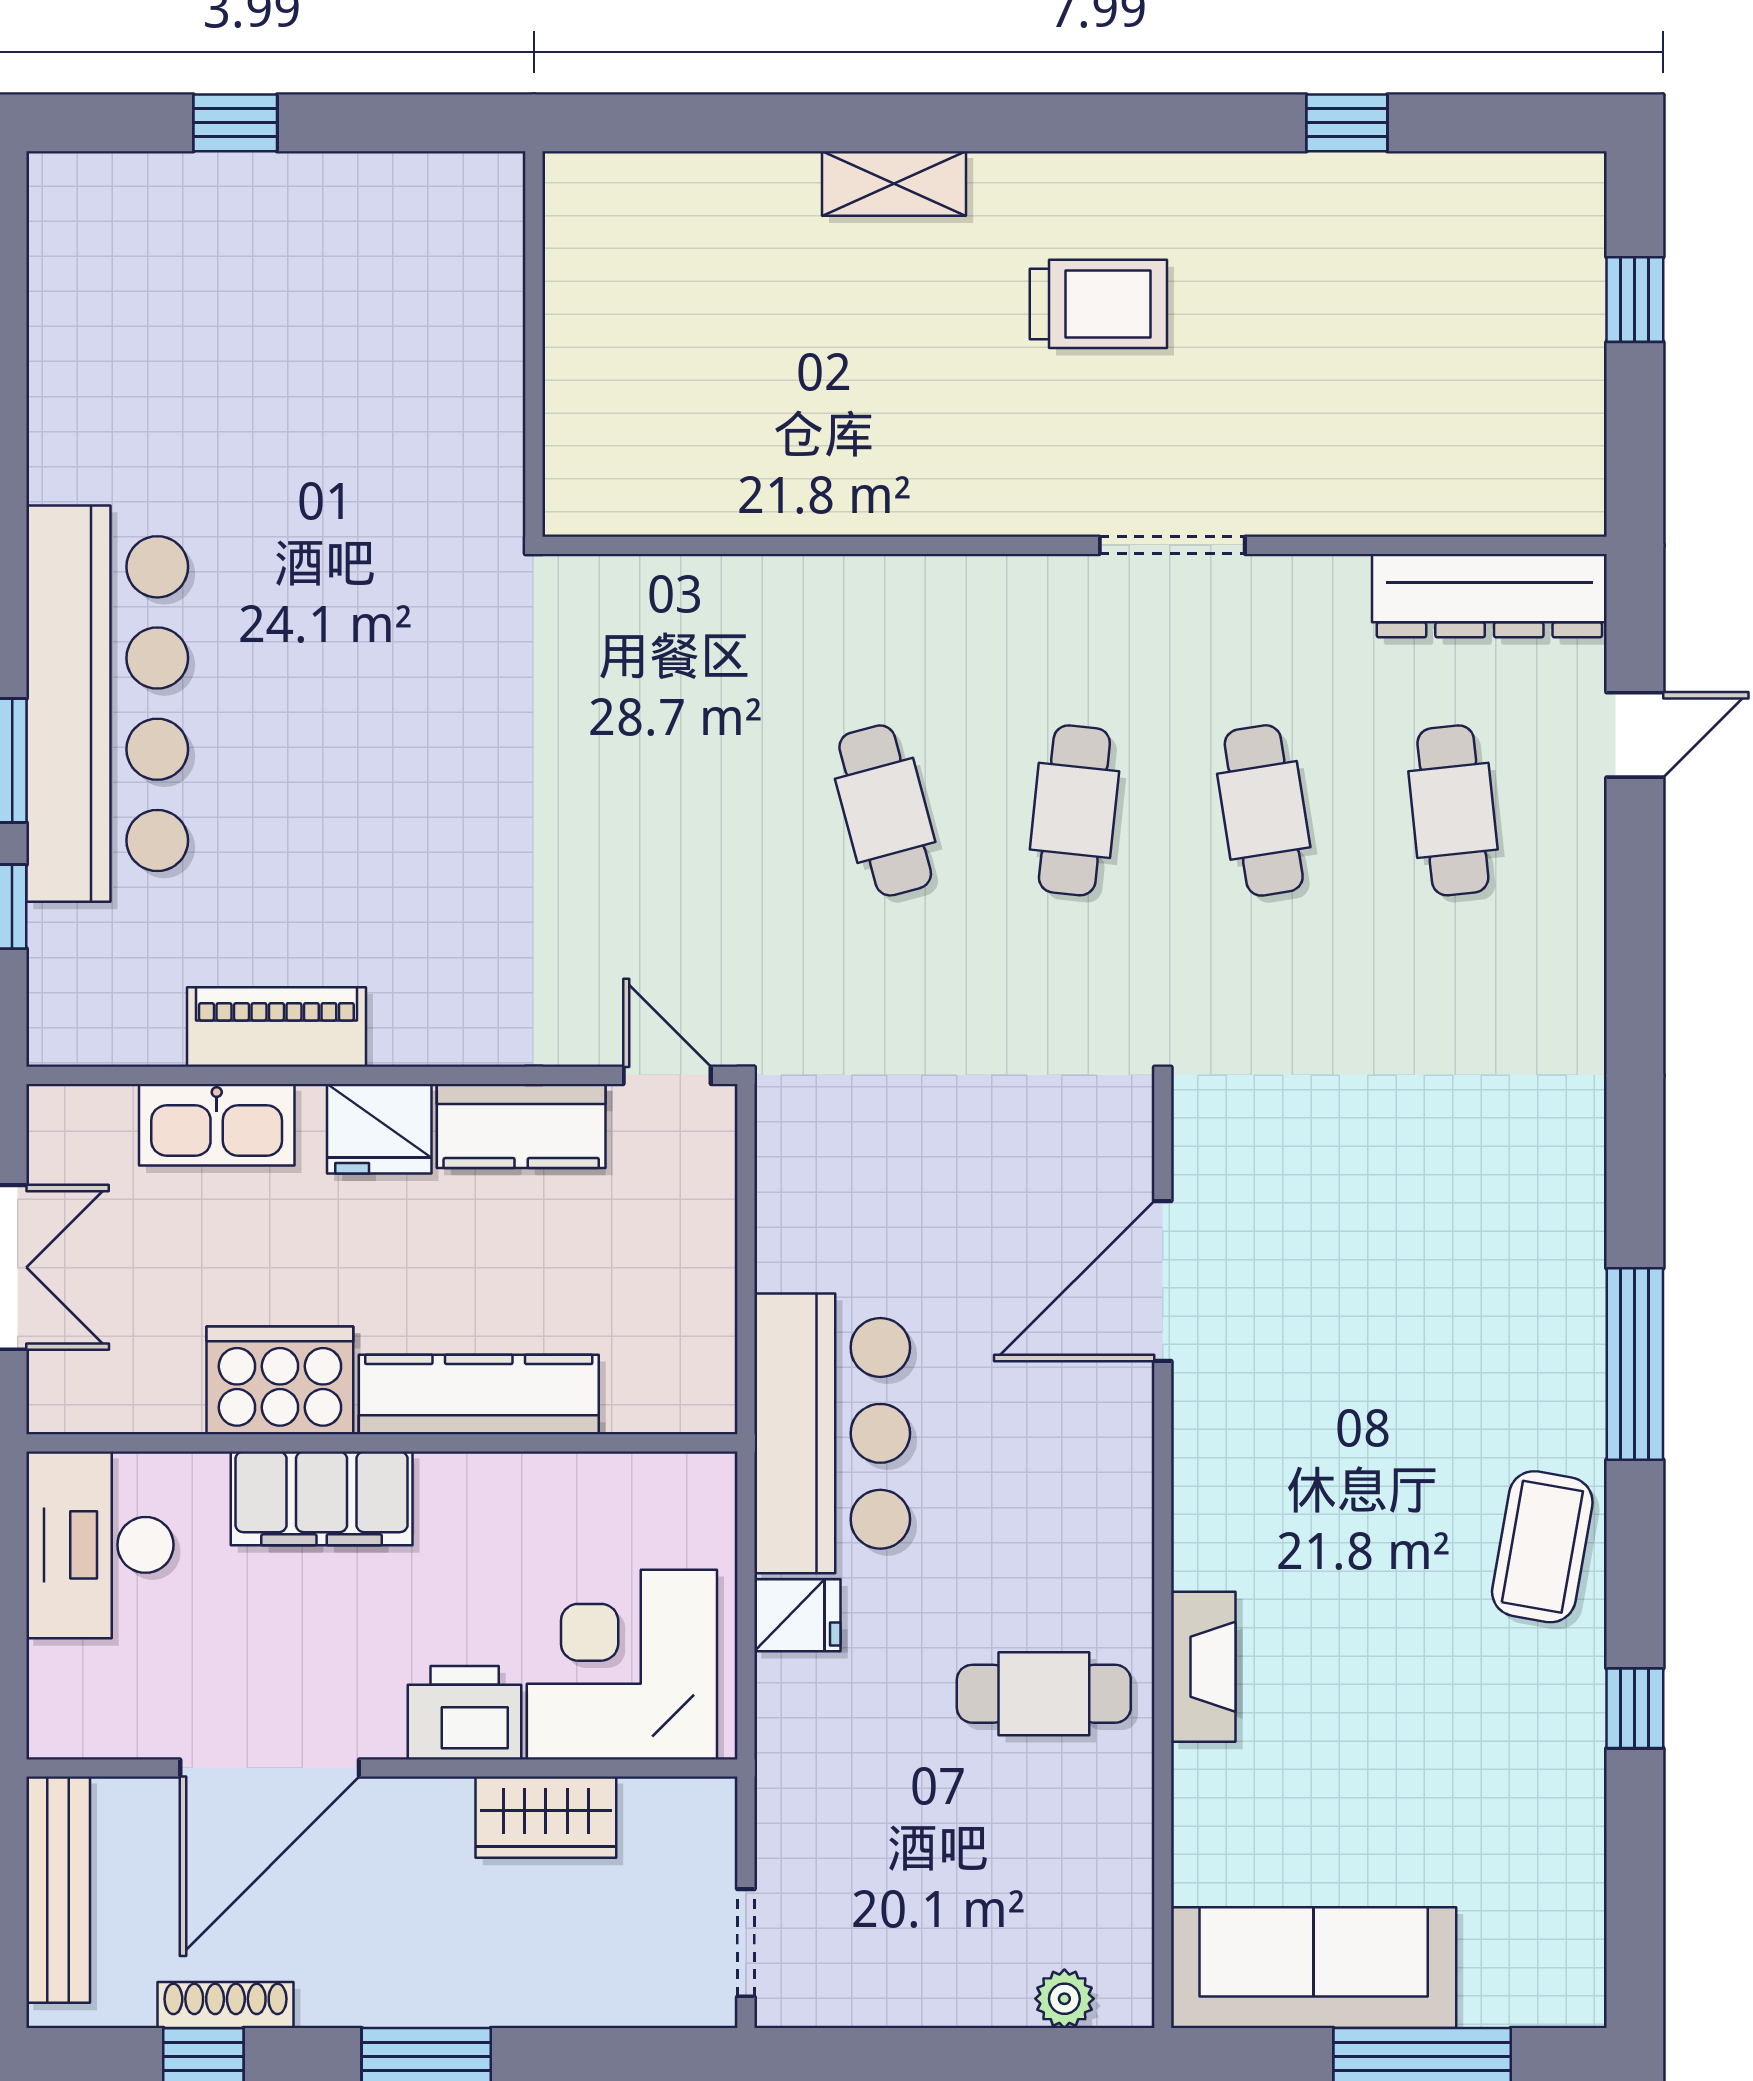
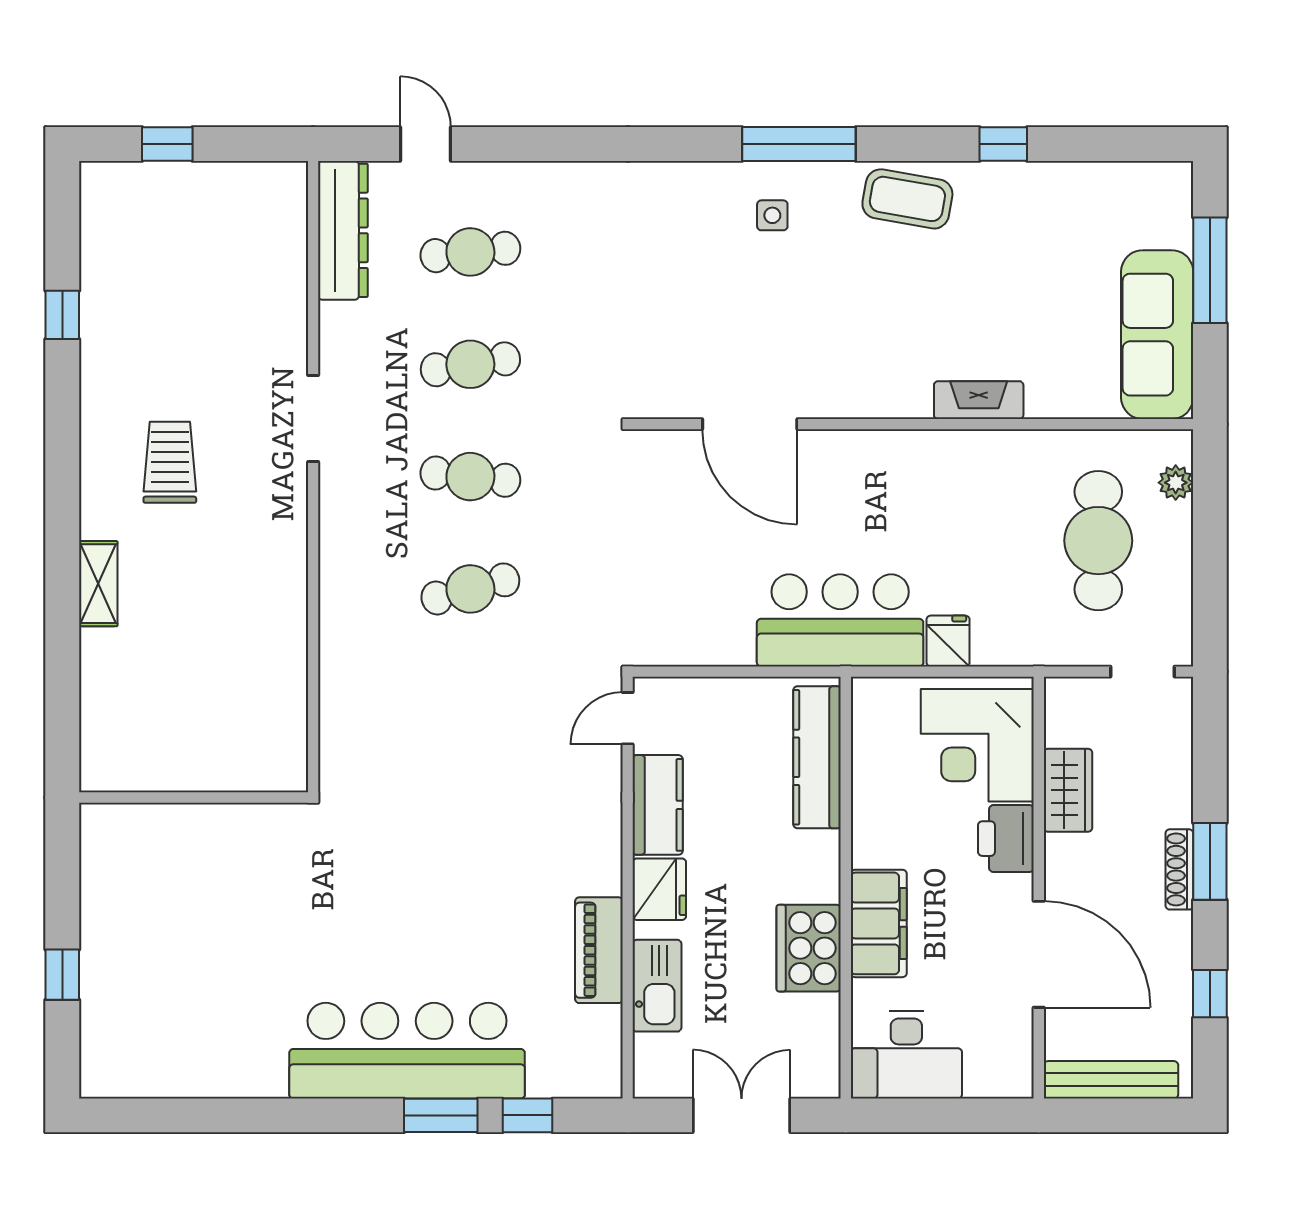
side table: (1515, 1319) -> (772, 215), added
kitchen counter: (479, 1394) -> (817, 757), moved
cafe table: (1044, 1694) -> (1098, 541), moved, width x1.37, depth x1.35
shoe rack: (225, 2005) -> (1179, 869), moved

